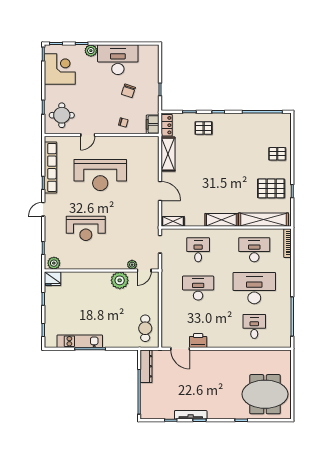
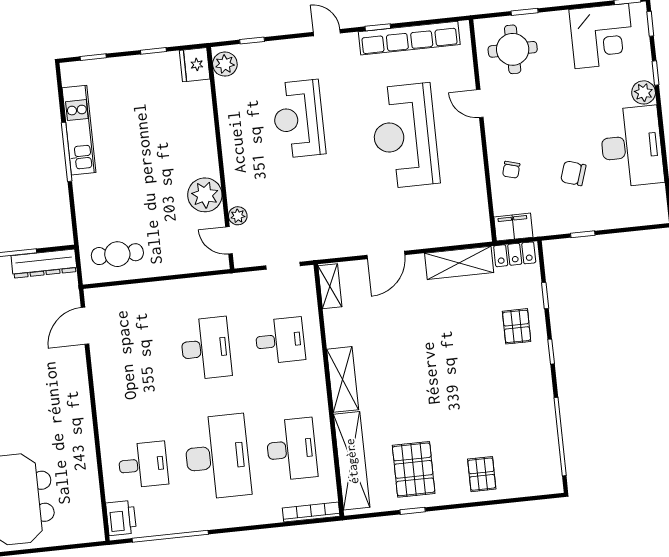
printer: (198, 341) -> (121, 518), moved

